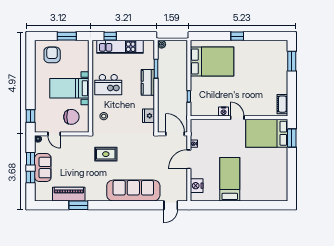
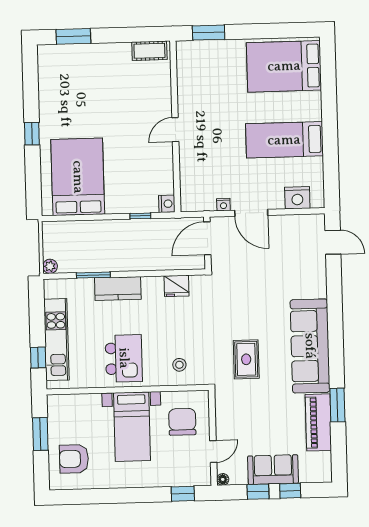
nightstand: (224, 111) -> (167, 204), moved
bed: (267, 133) -> (284, 66), moved, turned 90
sofa: (133, 191) -> (310, 346), moved

